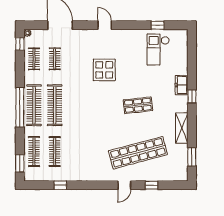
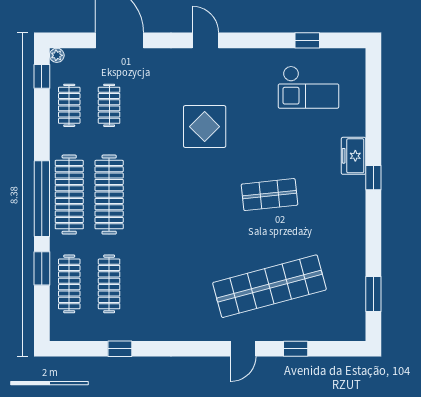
checkout: (158, 50) -> (308, 87), turned -90
shelving: (182, 128) -> (354, 239), removed
window: (20, 163) -> (42, 268), moved

